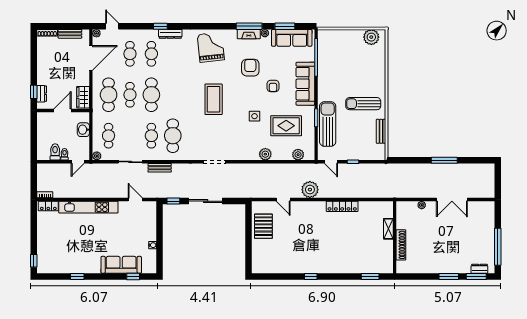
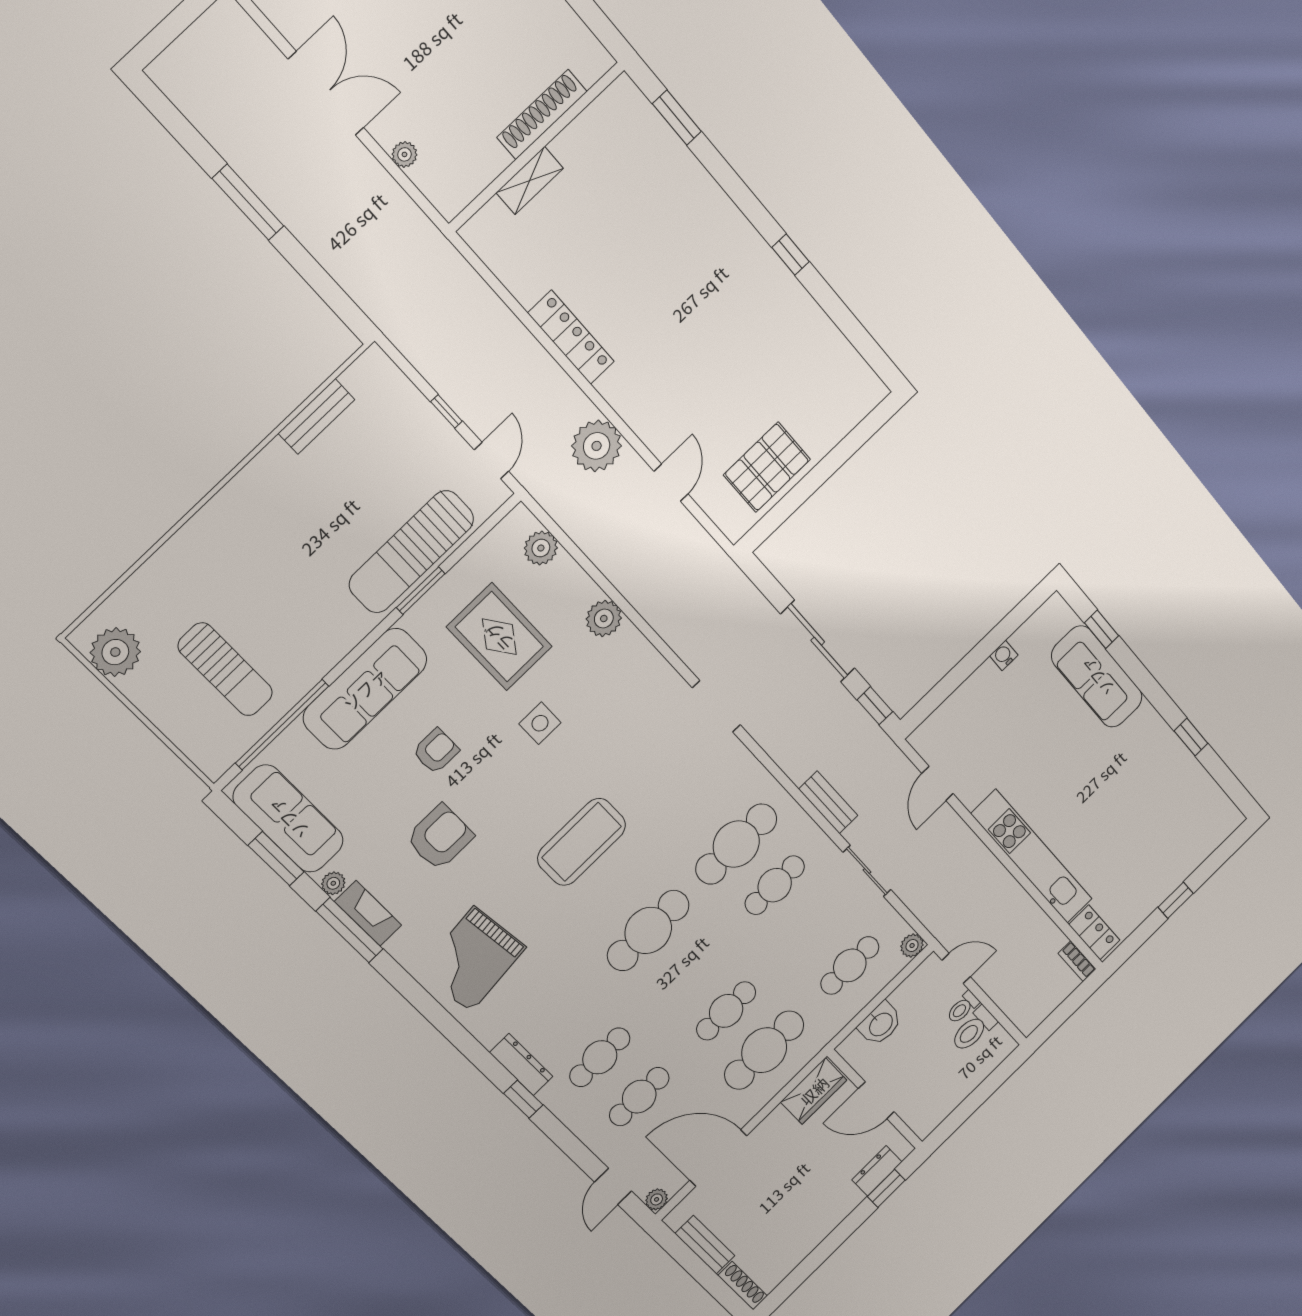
armchair: (250, 68) -> (440, 837), turned 180
cafe table: (151, 95) -> (648, 930), moved
sun lounger: (363, 104) -> (225, 669), moved
window: (34, 261) -> (1176, 900), moved

